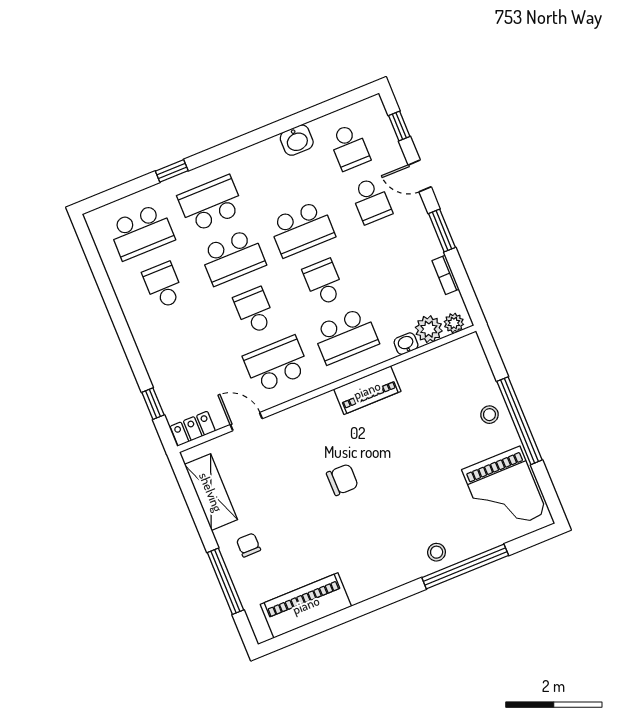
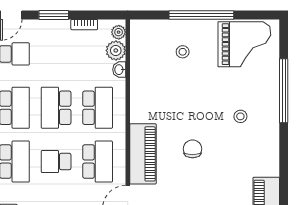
school desk: (324, 282) -> (56, 108), width x1.85
school desk: (276, 364) -> (98, 162), turned 180
piano: (367, 390) -> (143, 154), moved, width x1.37, depth x1.33
stool: (489, 415) -> (183, 52), moved
stool: (437, 552) -> (240, 116), moved

